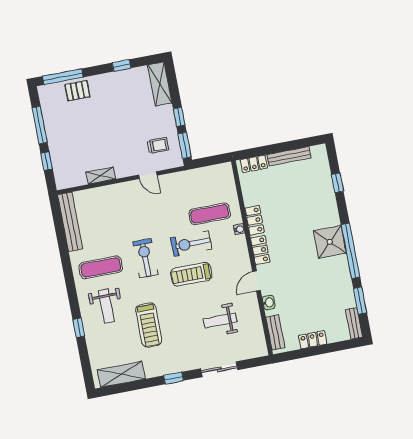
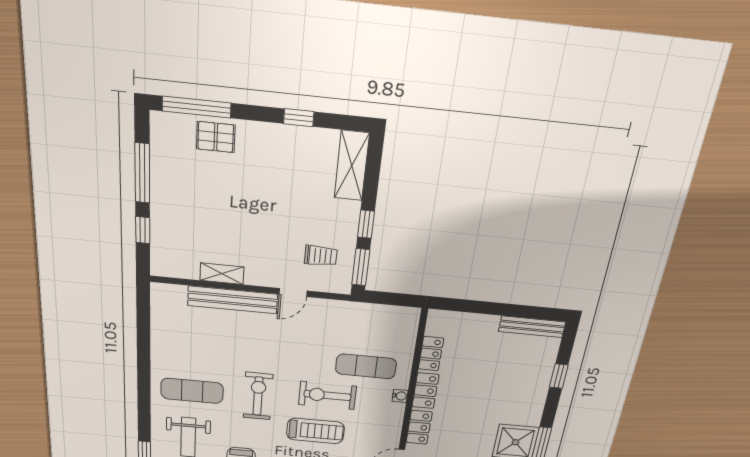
bench: (289, 156) -> (532, 327), moved
locker: (254, 164) -> (431, 354), moved, turned -90
door: (148, 175) -> (293, 292), hinge flipped
bench: (70, 222) -> (233, 300), moved, turned 90
treadmill: (191, 274) -> (316, 431), turned 180

